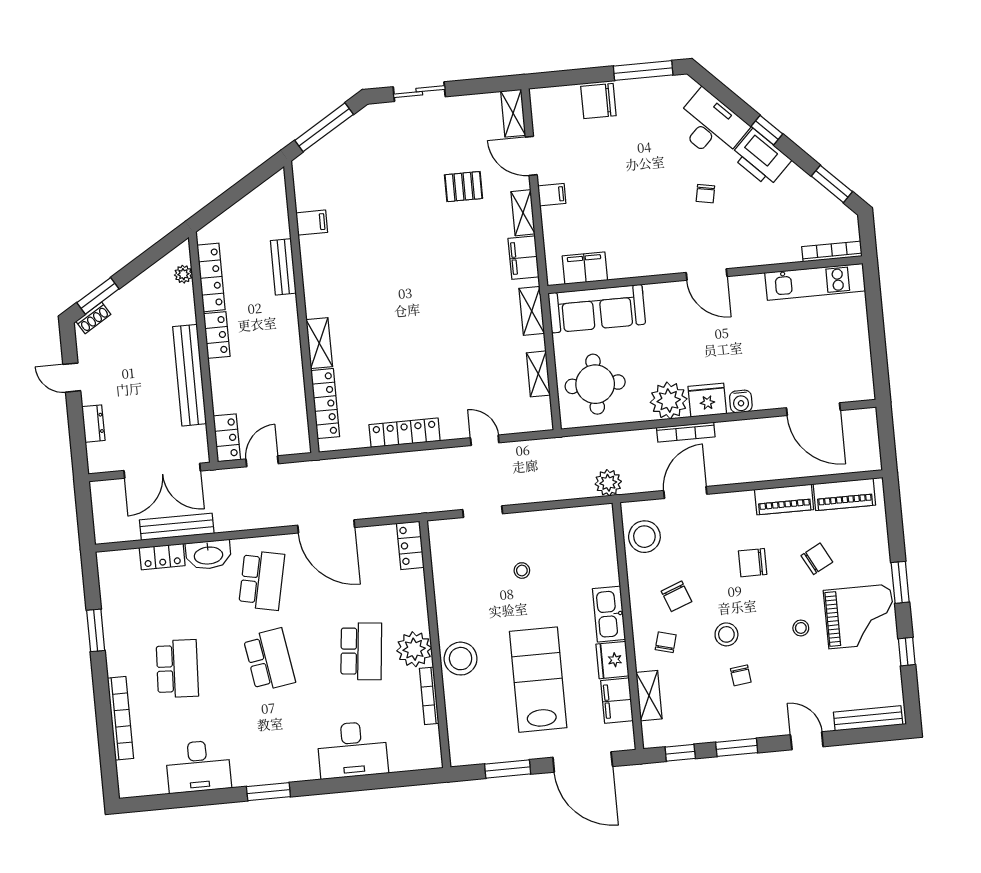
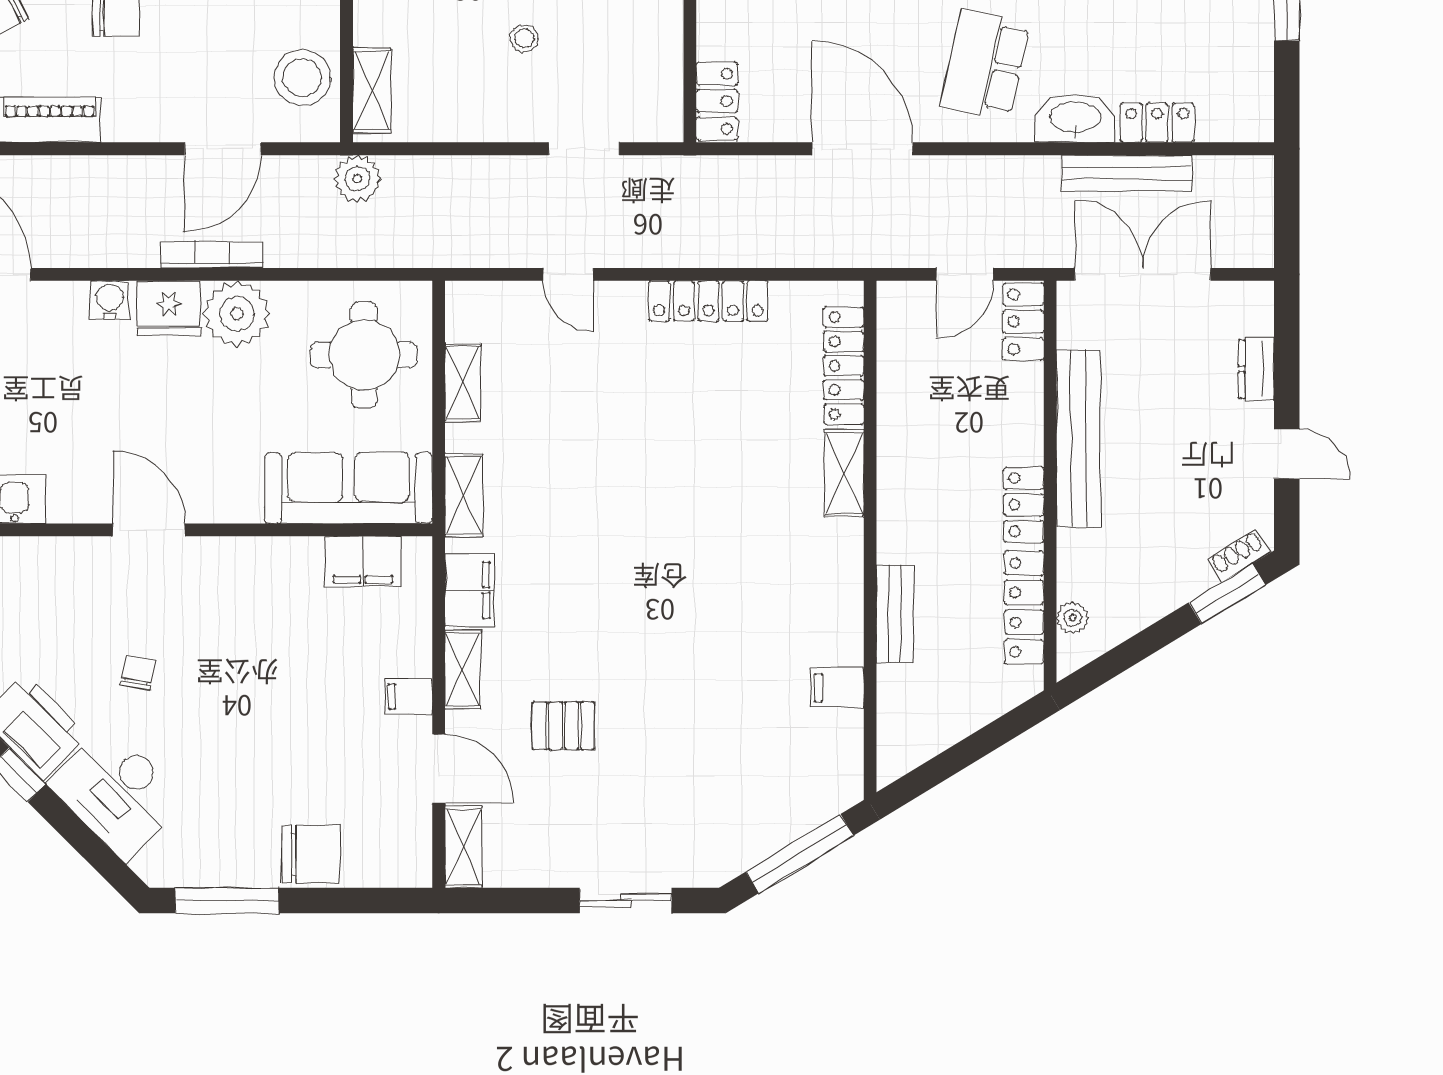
shelving: (605, 533) -> (372, 90), added

